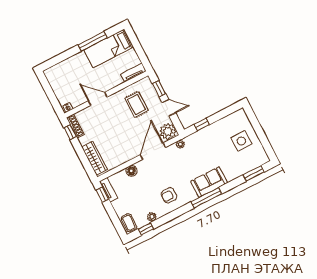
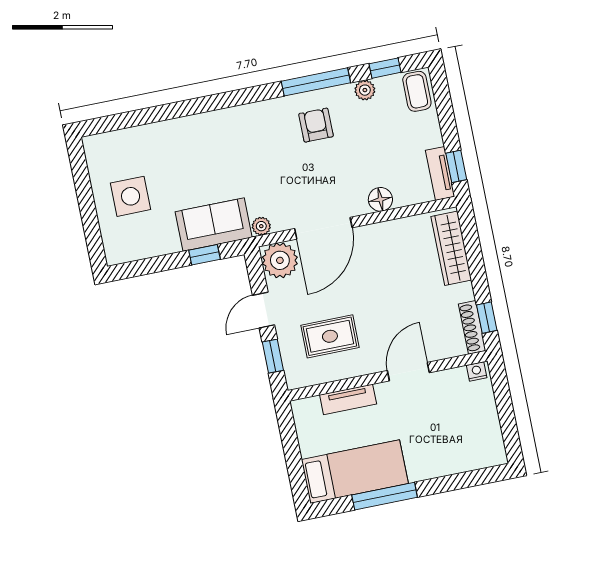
tv unit: (133, 73) -> (348, 399), moved
door: (98, 99) -> (408, 372), swing flipped
rug: (136, 105) -> (330, 336), turned 90
door: (169, 108) -> (264, 310), hinge flipped
window: (253, 173) -> (124, 121), removed
sofa: (209, 182) -> (214, 225), moved, turned 180
armchair: (169, 195) -> (316, 125), turned -90
window: (206, 198) -> (316, 82), moved

